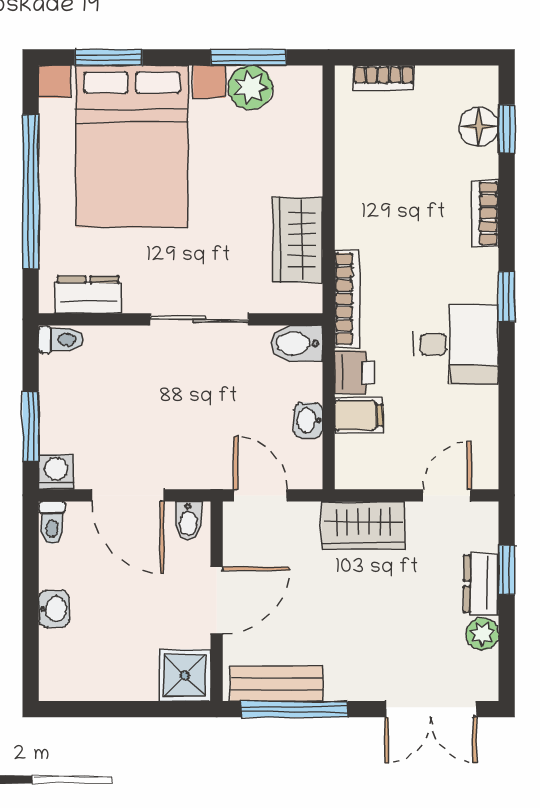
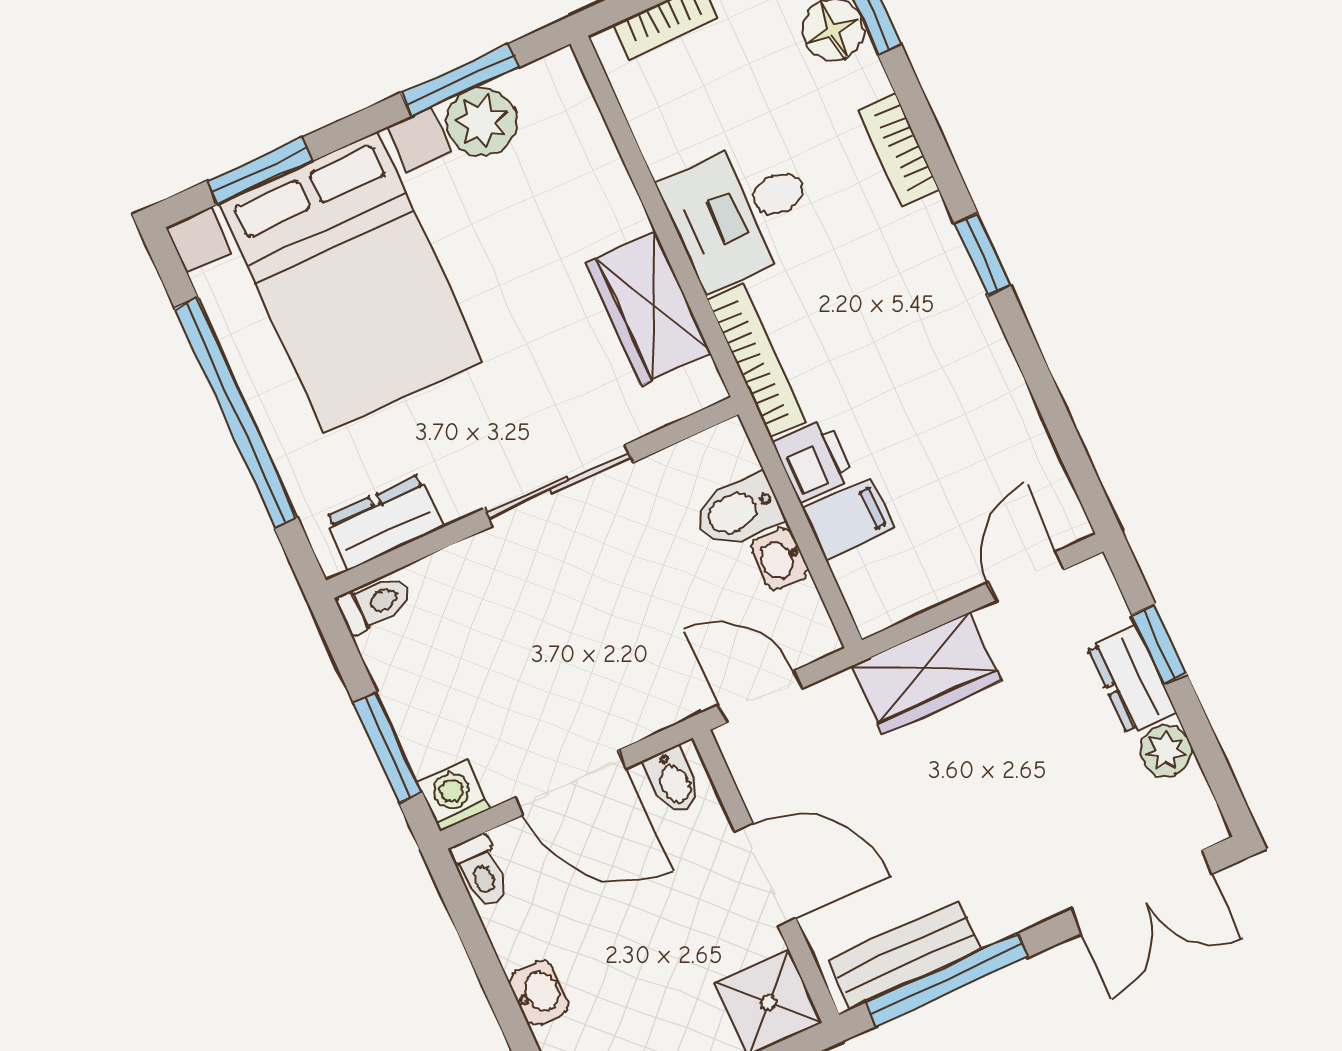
bidet: (296, 343) -> (738, 511), moved
desk: (456, 344) -> (740, 211), moved, turned 180
door: (217, 600) -> (765, 875), hinge flipped

